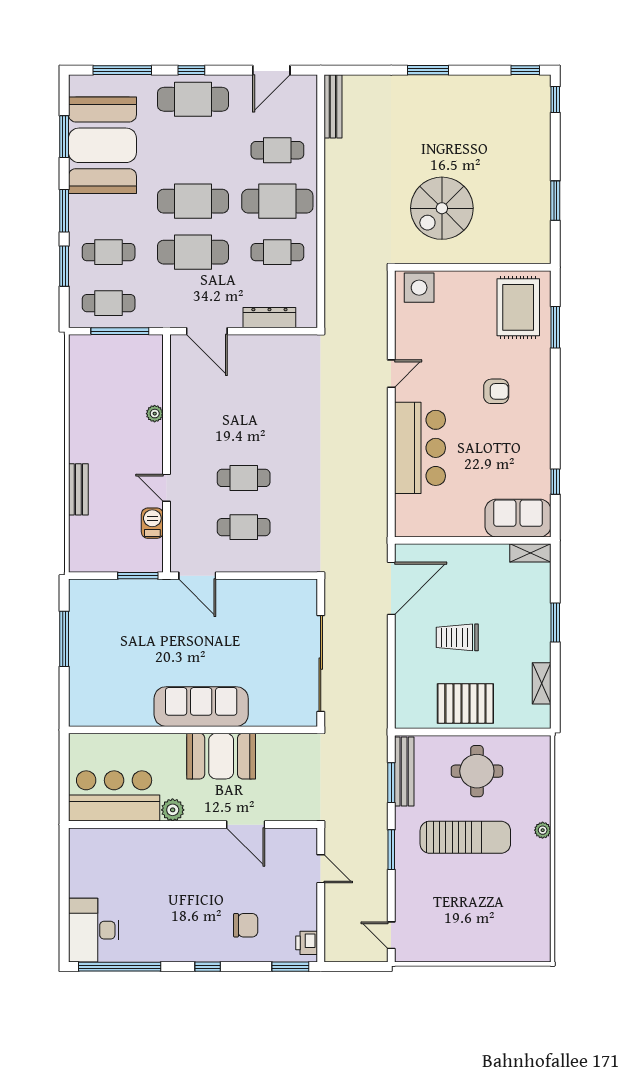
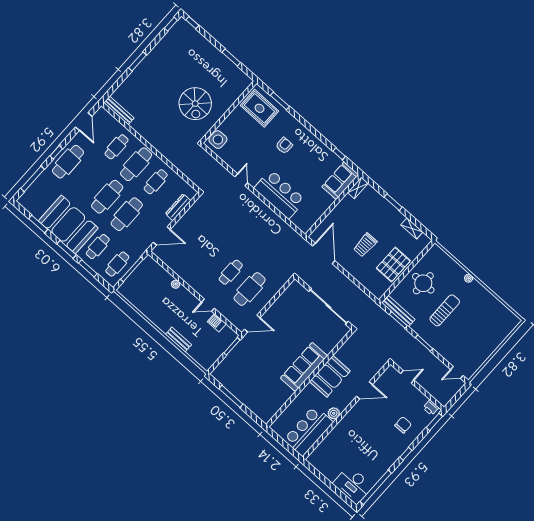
booth: (102, 145) -> (68, 224), moved
cafe table: (244, 527) -> (250, 289), width x1.37, depth x1.35
sun lounger: (465, 837) -> (445, 310), width x0.73, depth x0.75

